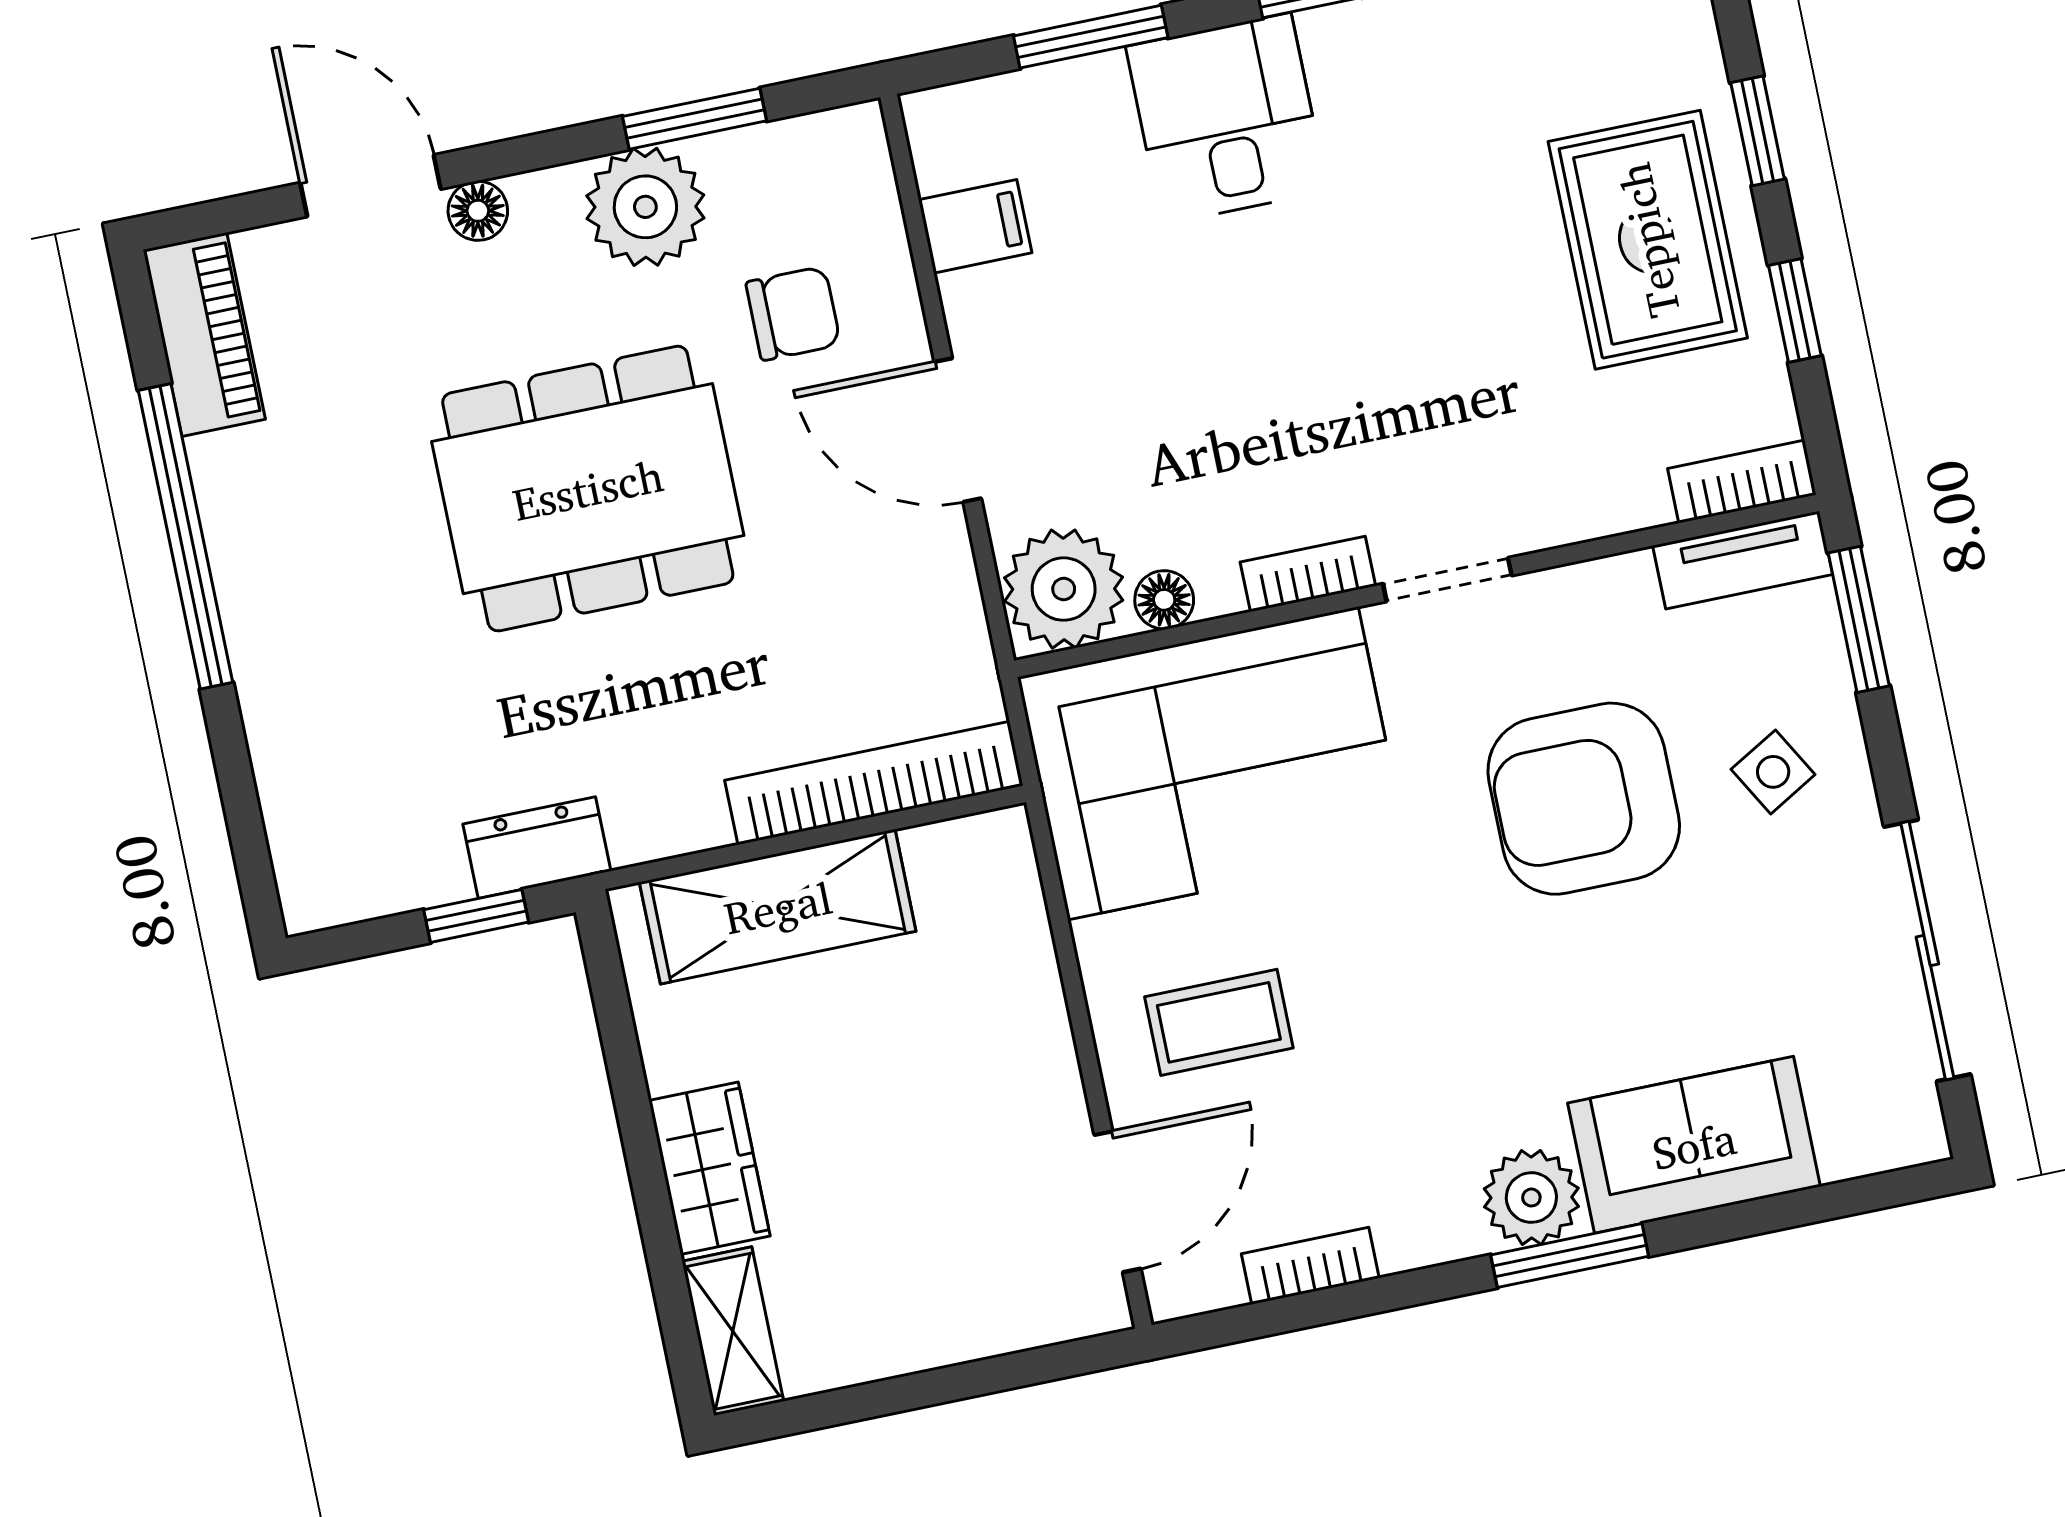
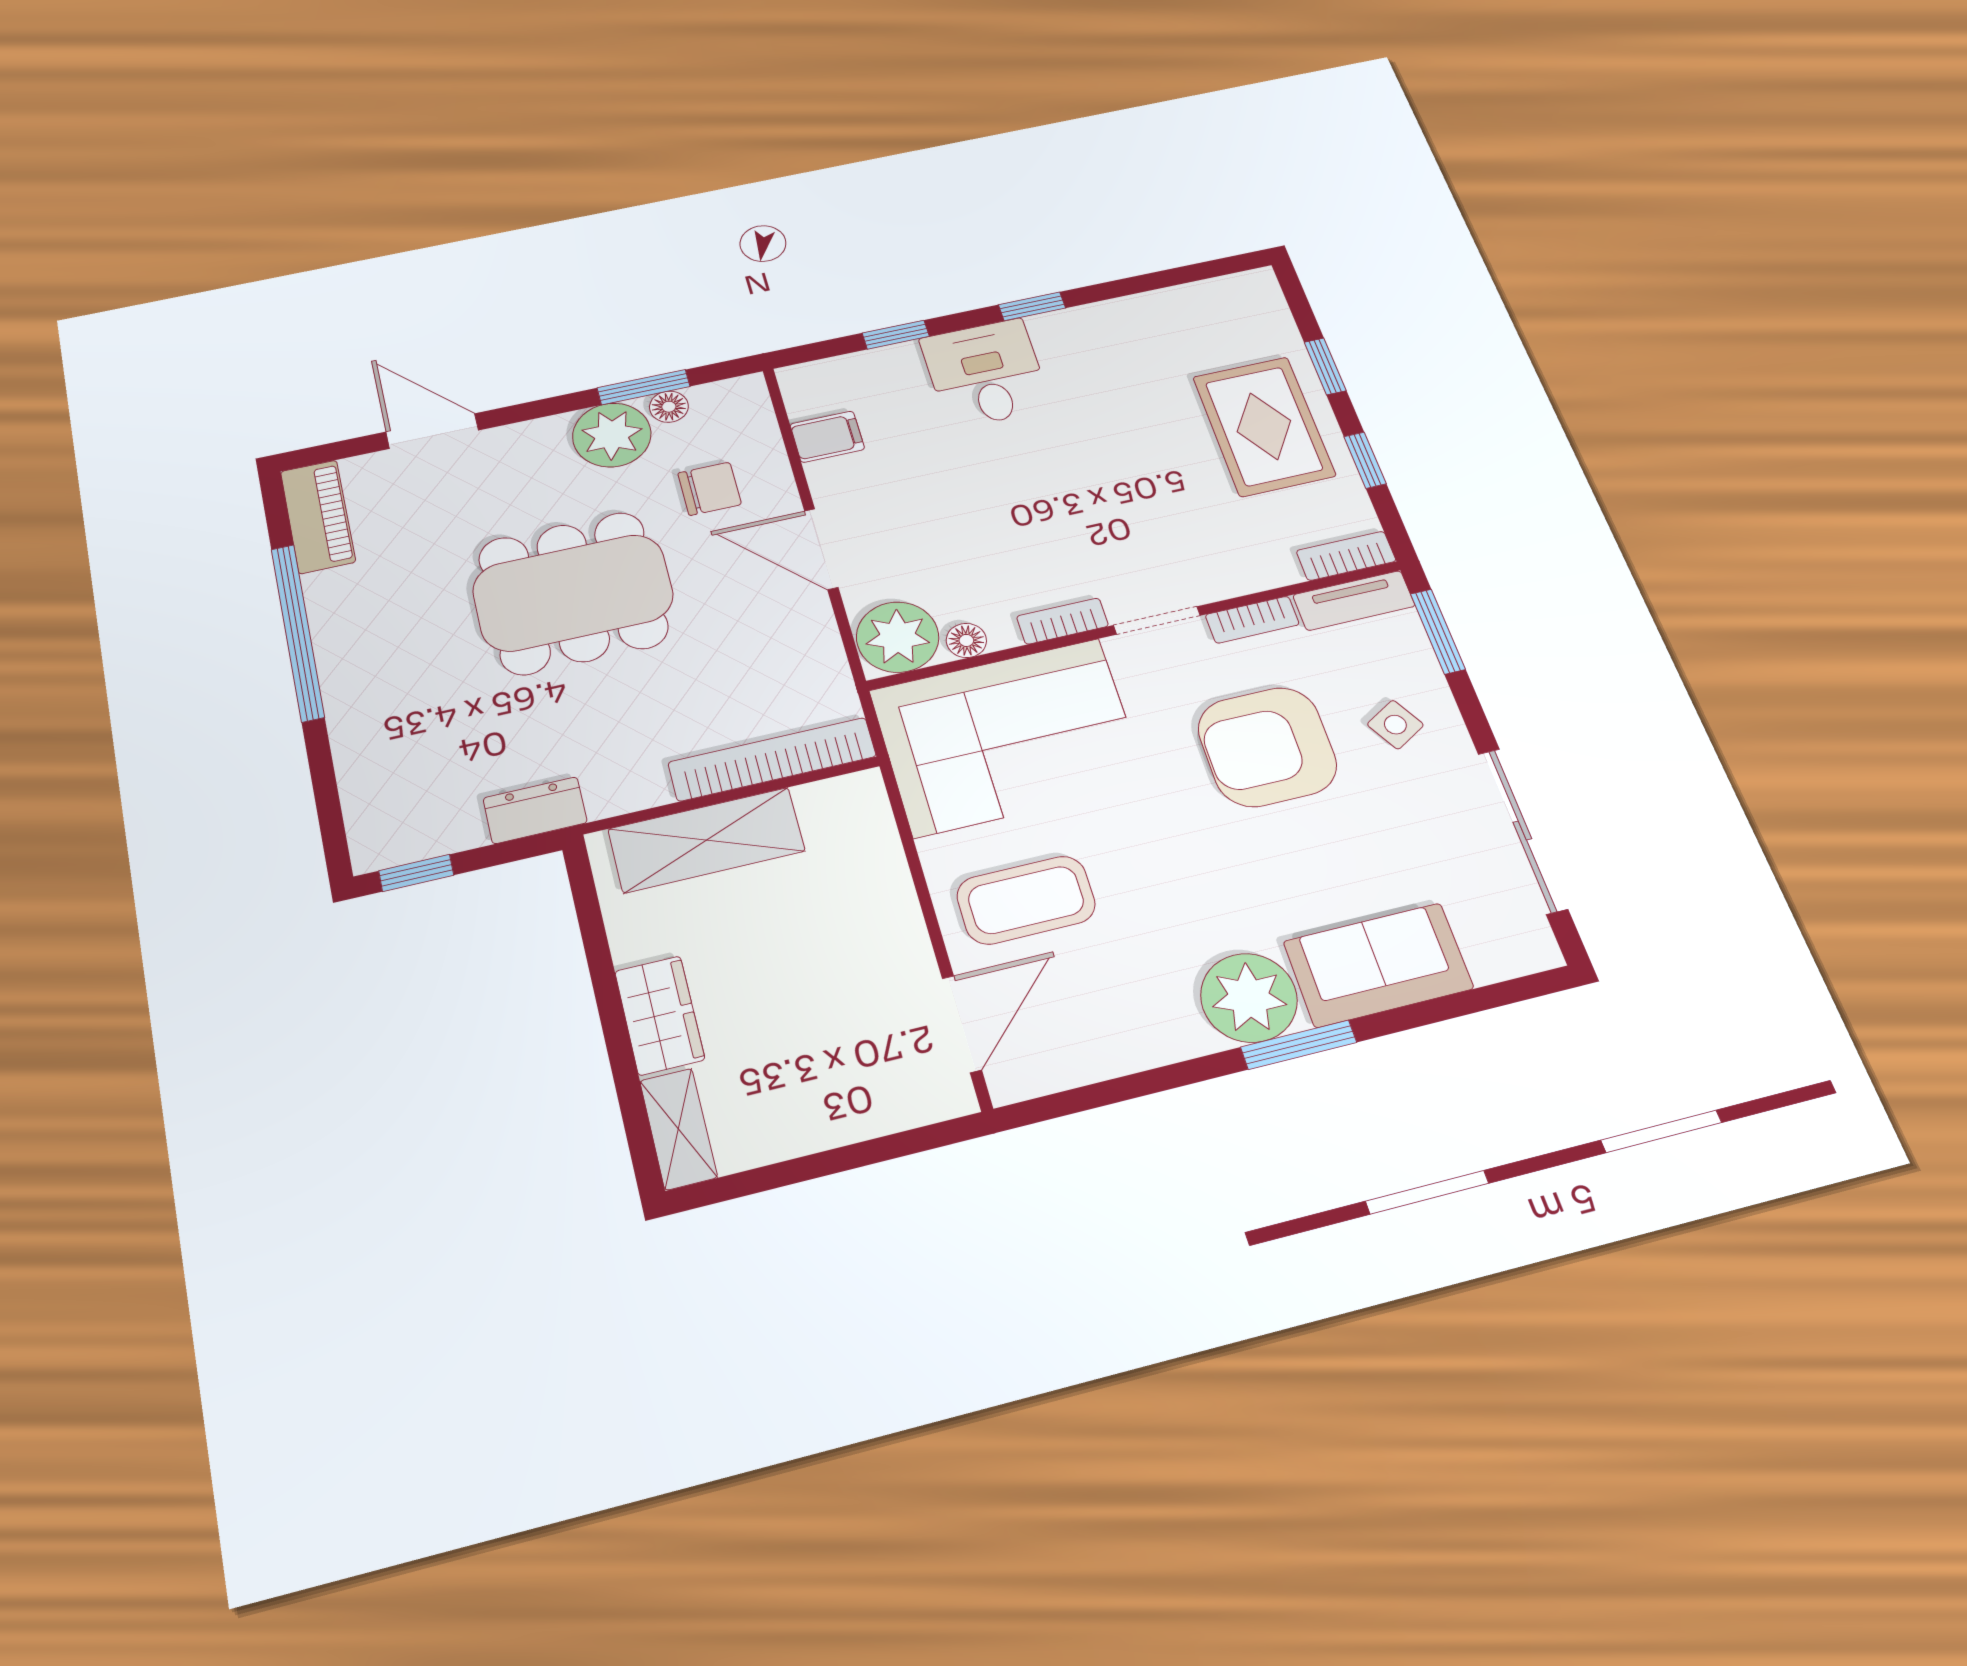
window: (1091, 37) -> (896, 335), width x0.67
floor lamp: (478, 211) -> (669, 407), moved
window: (476, 916) -> (416, 873), moved
coffee table: (1219, 1022) -> (1026, 900), width x1.36, depth x1.30
plant: (1531, 1198) -> (1249, 998), width x1.36, depth x1.36
bookcase: (1310, 1266) -> (1252, 620), moved, turned 180

